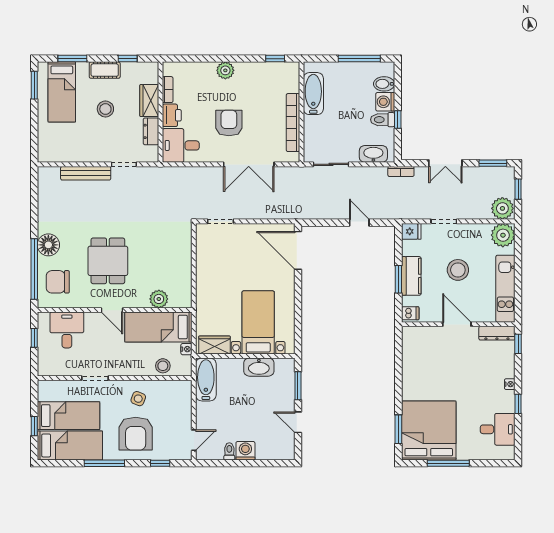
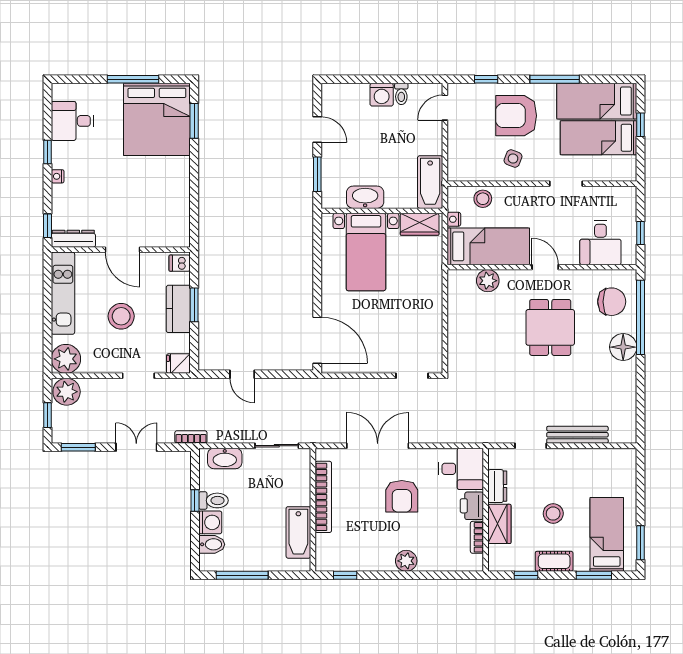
armchair: (136, 434) -> (516, 116), turned -90

